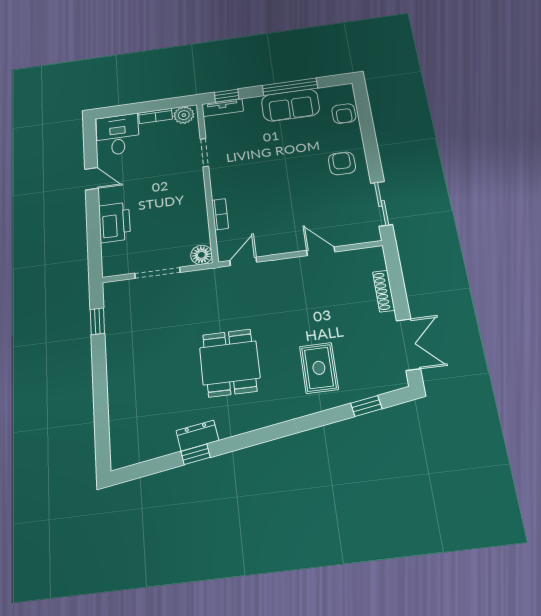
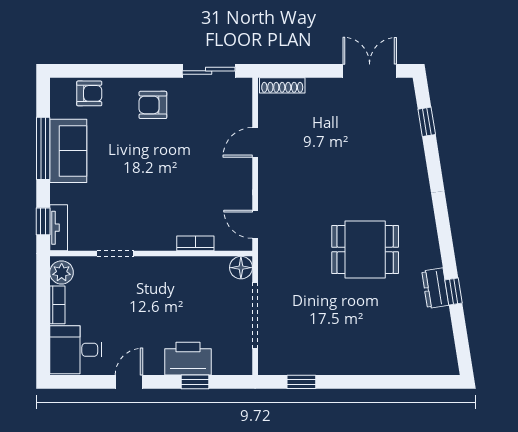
window: (94, 231) -> (195, 382), added
doorway: (158, 273) -> (255, 316), width x1.36
shoe rack: (384, 291) -> (282, 85), moved
rug: (319, 368) -> (382, 162), removed

